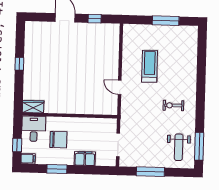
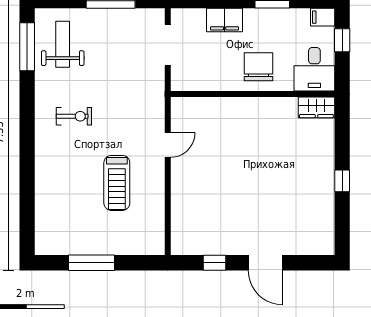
door: (120, 87) -> (168, 145), hinge flipped
chair: (58, 140) -> (258, 67), moved, turned 90

